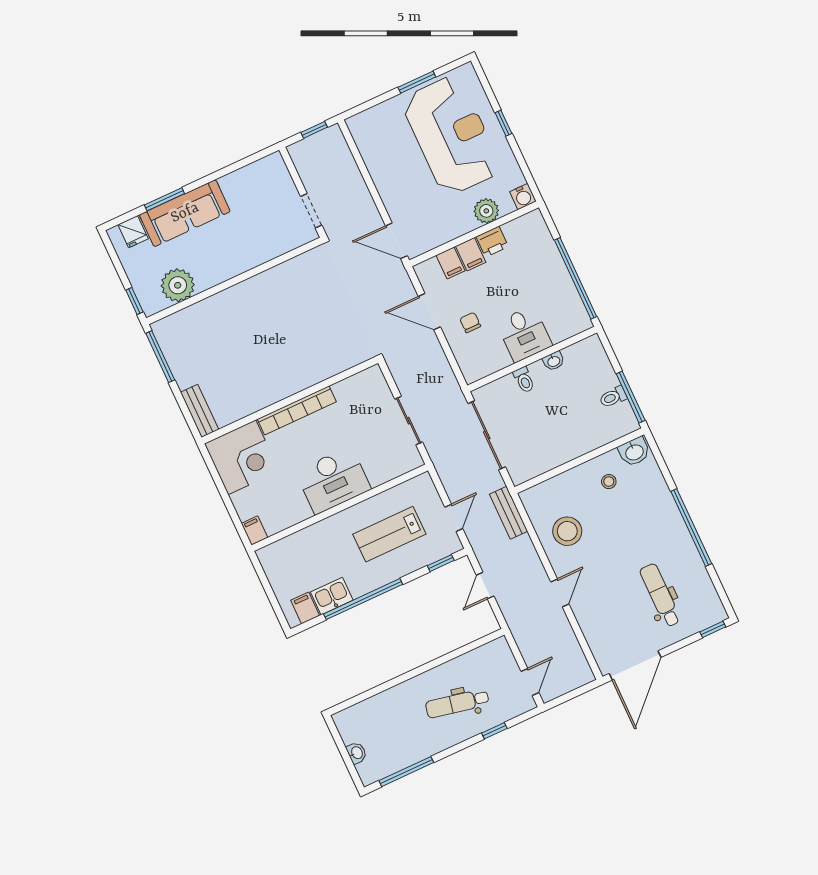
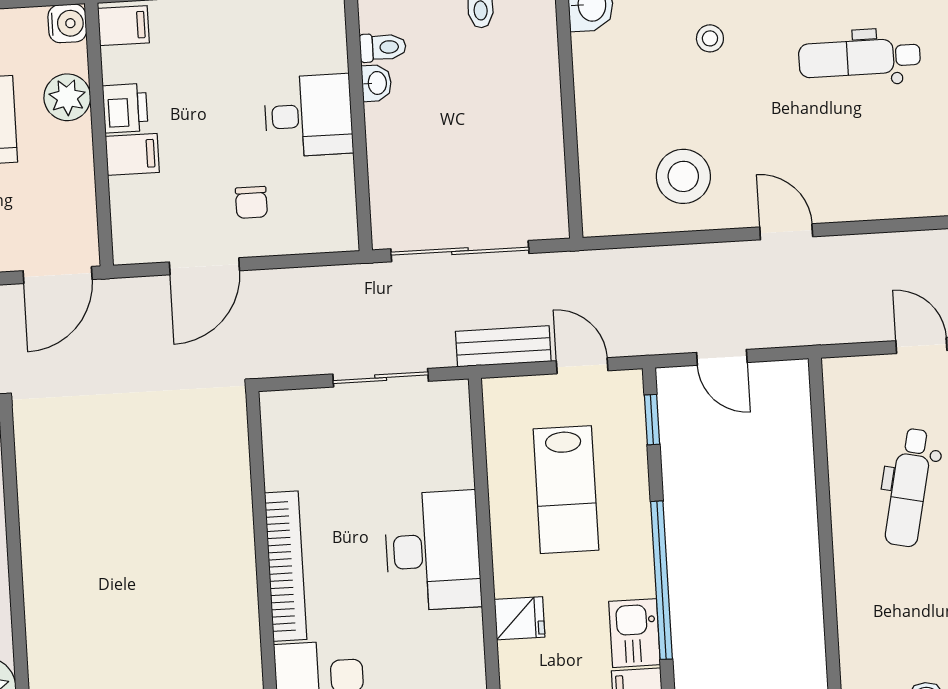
filing cabinet: (450, 263) -> (124, 26), moved
chair: (470, 322) -> (251, 202), turned -90
toilet: (524, 380) -> (383, 47), moved
stool: (609, 482) -> (710, 38), moved
bench: (509, 513) -> (503, 346), moved
fridge: (317, 536) -> (520, 618), added

